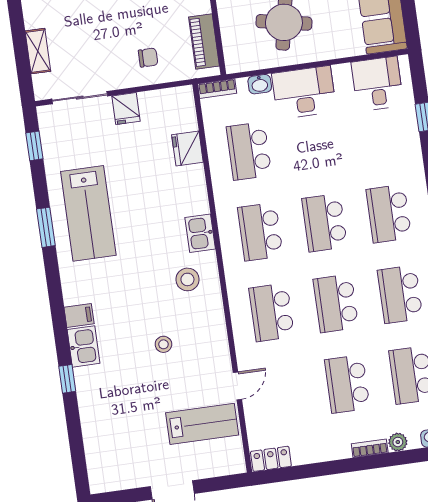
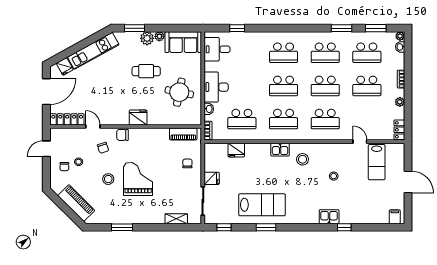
filing cabinet: (79, 315) -> (395, 217), moved
lab bench: (202, 424) -> (377, 162), turned 180
plant: (398, 442) -> (400, 102), moved

